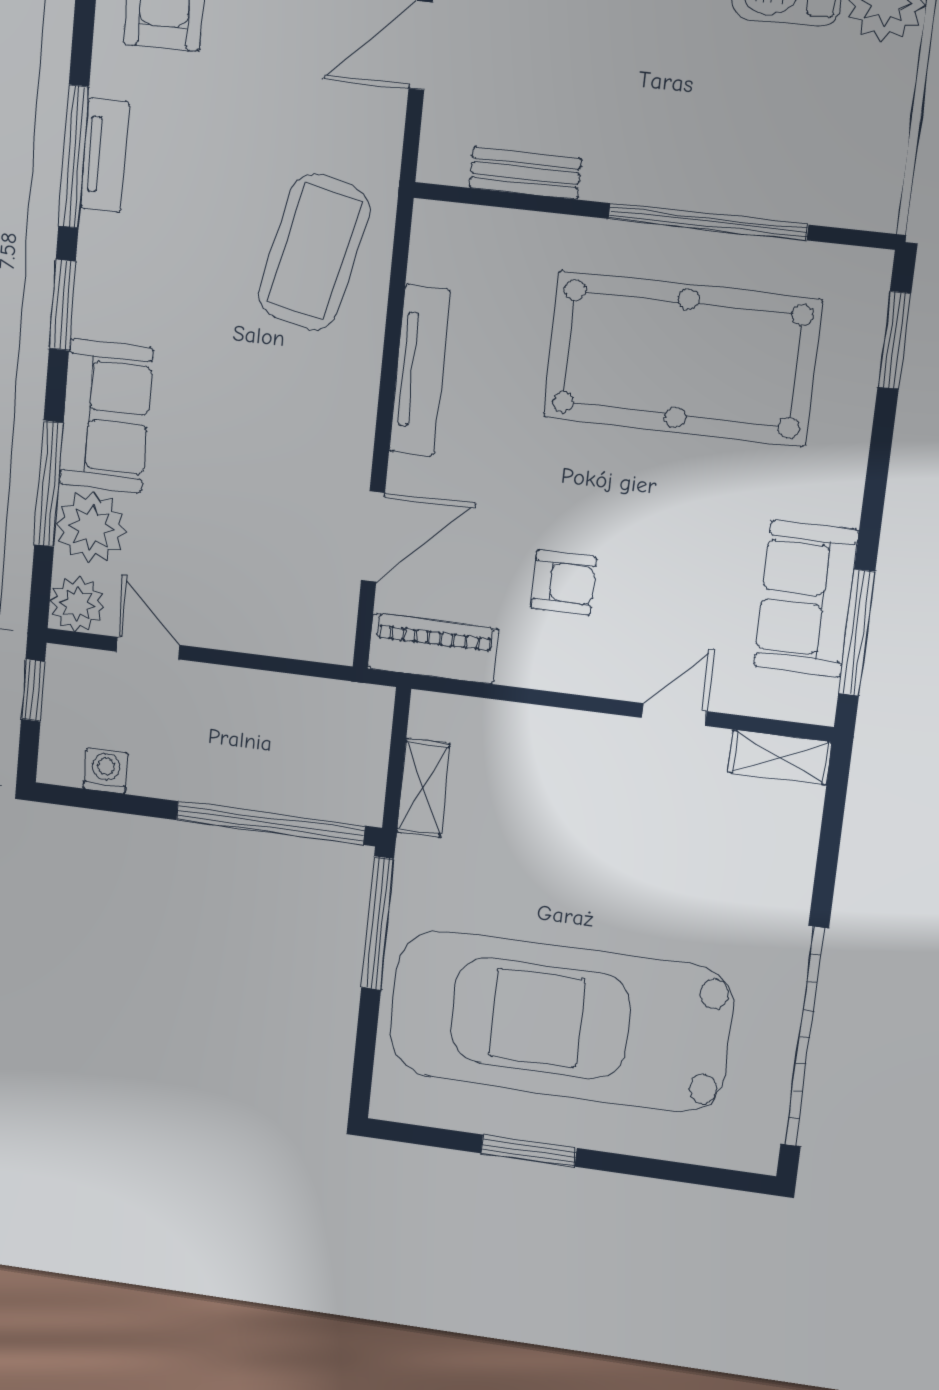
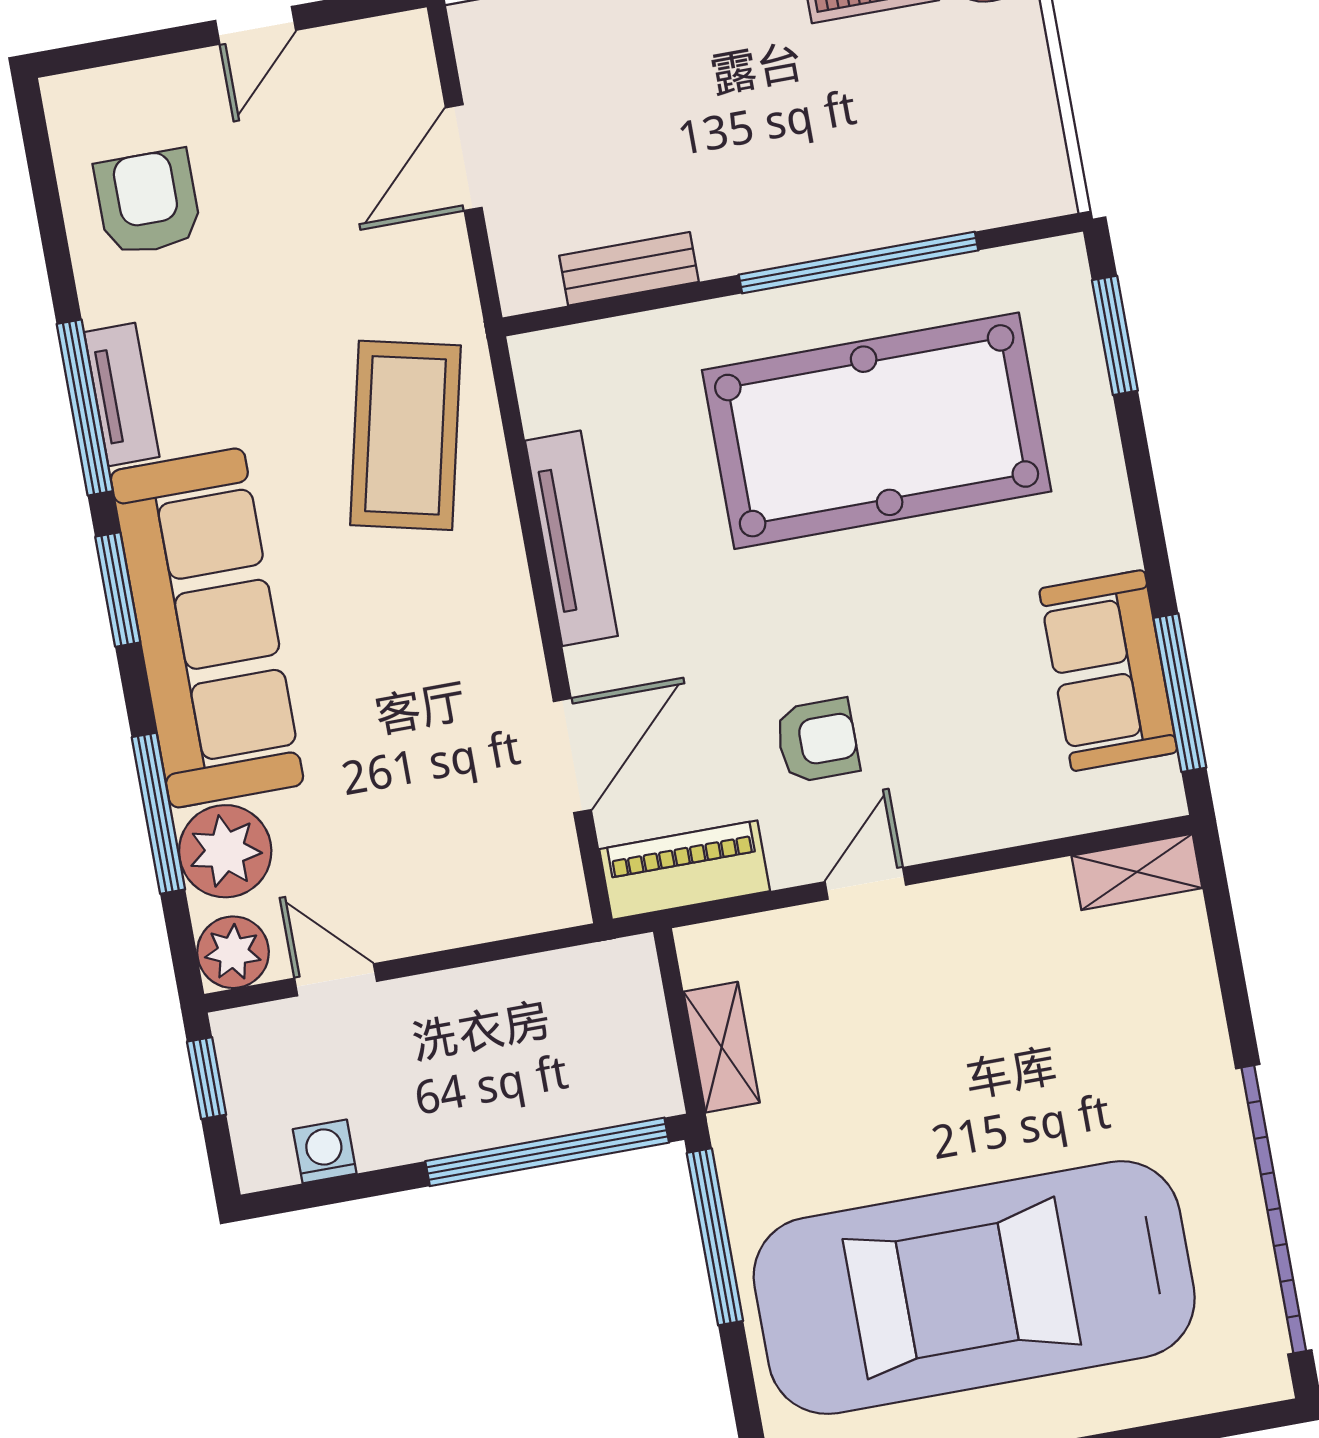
sofa: (106, 416) -> (207, 628), width x1.85, depth x1.27
door: (674, 715) -> (865, 883), moved

